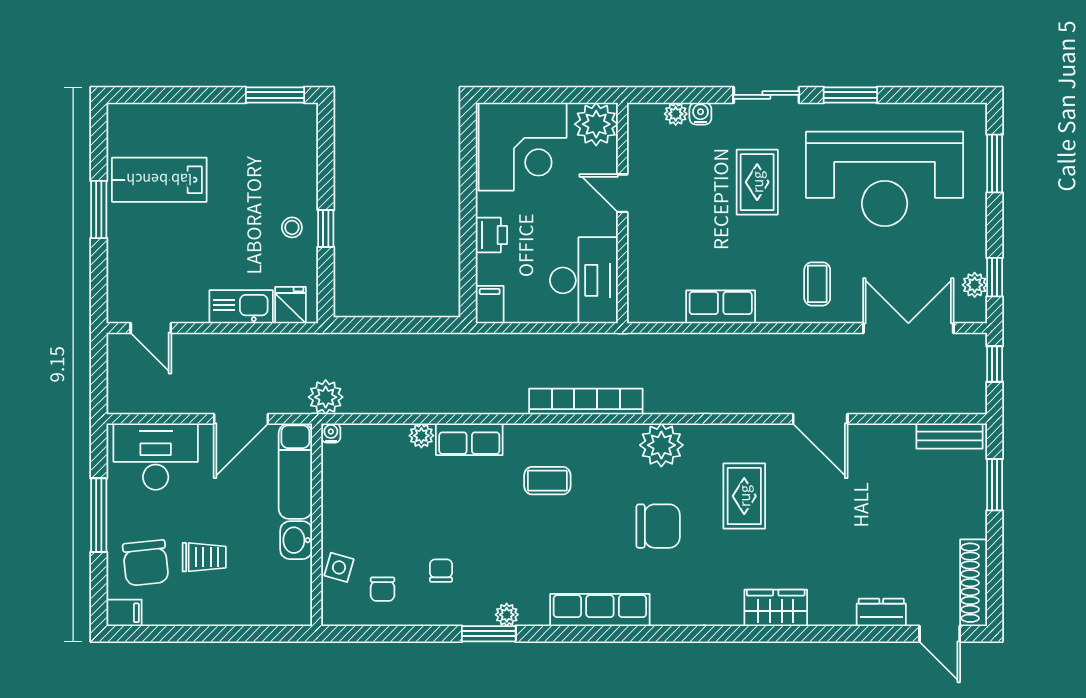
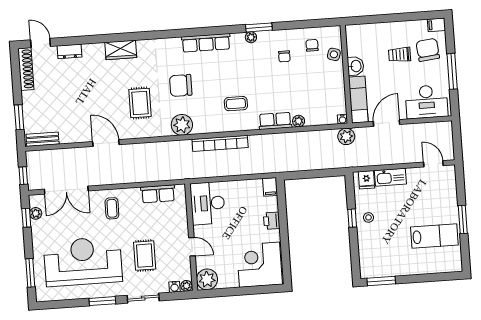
plant: (596, 124) -> (207, 279), moved
door: (622, 193) -> (192, 247), moved
wall: (622, 213) -> (191, 237), moved
desk: (584, 280) -> (208, 203), moved

